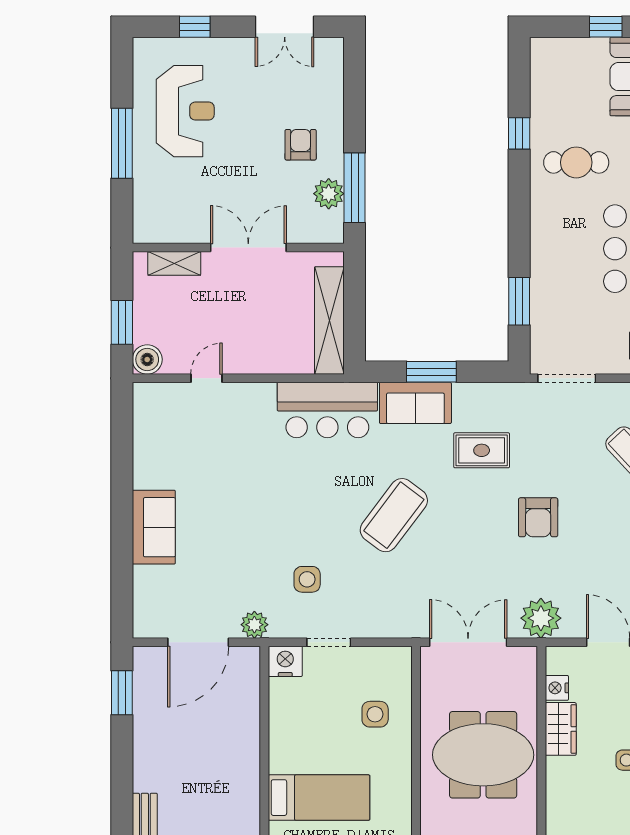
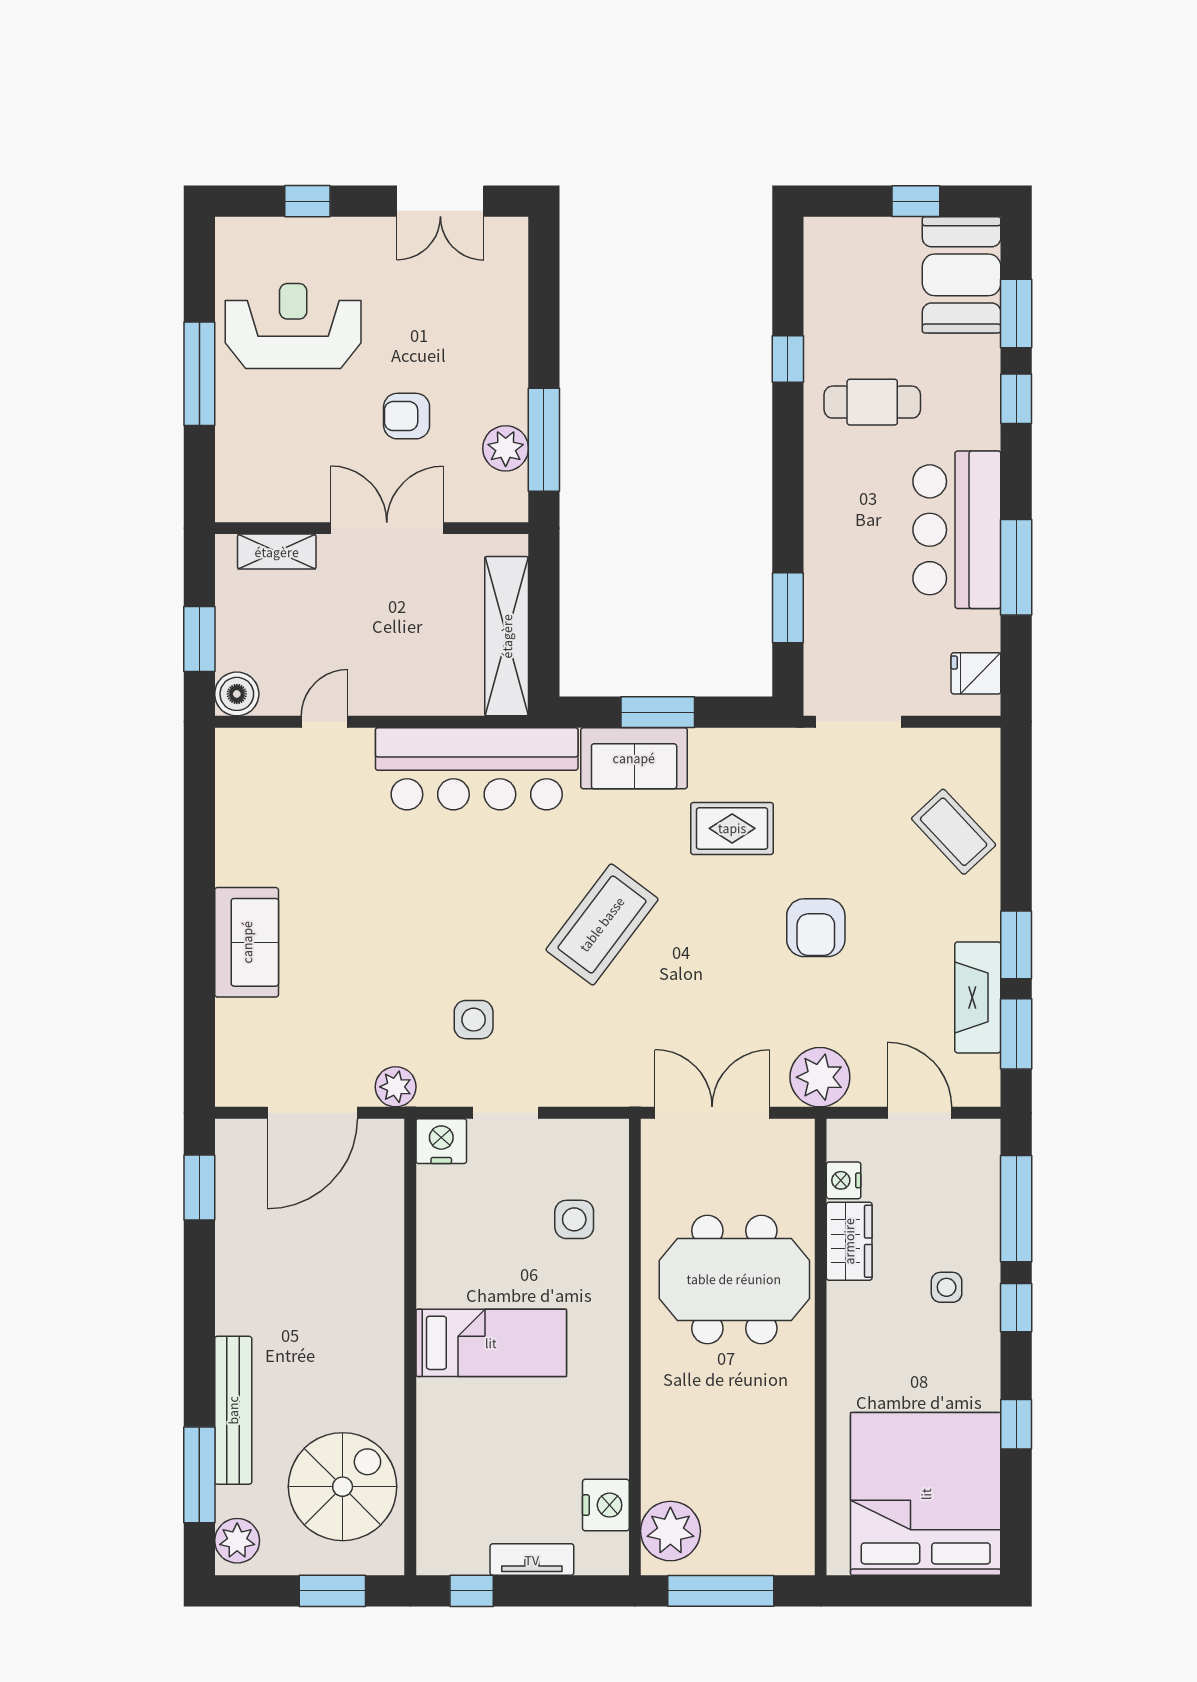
reception desk: (185, 111) -> (293, 326), turned -90
armchair: (301, 145) -> (407, 416), moved, turned -90
bar counter: (327, 410) -> (477, 769), width x1.36

